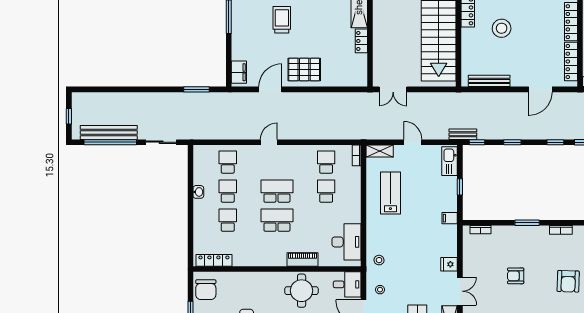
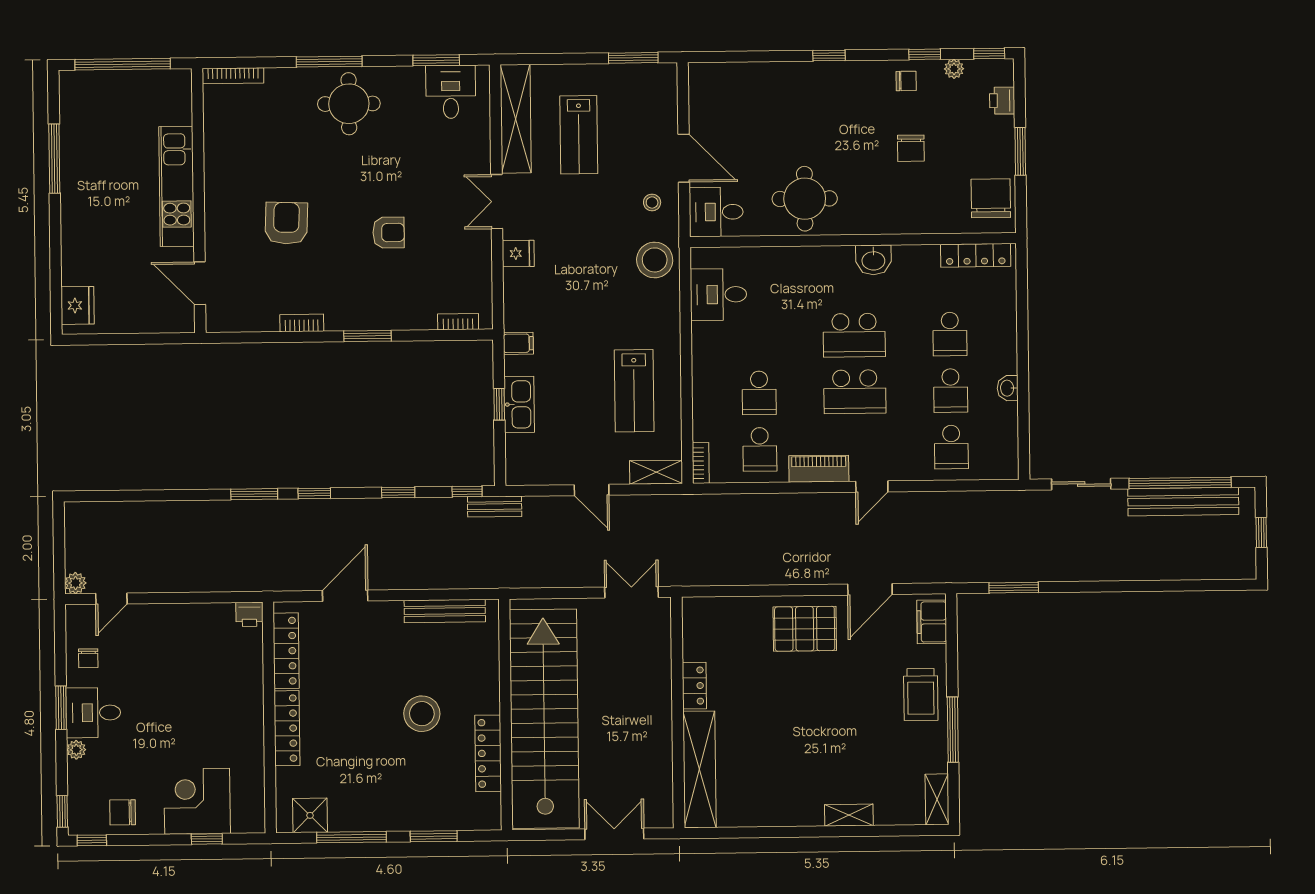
trolley: (282, 20) -> (921, 694), moved
kitchen sink: (450, 161) -> (519, 404), moved
desk: (346, 242) -> (718, 294), width x0.73
washbasin: (267, 259) -> (873, 260), added
piano: (302, 260) -> (819, 469), moved, turned 180
stool: (379, 260) -> (655, 260), width x1.89, depth x1.89

